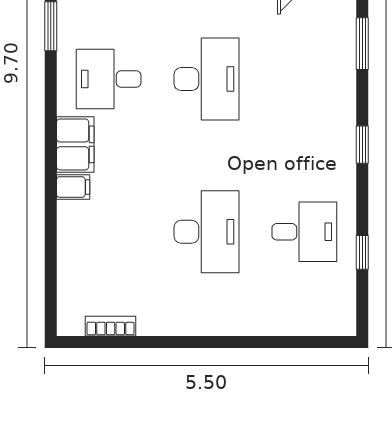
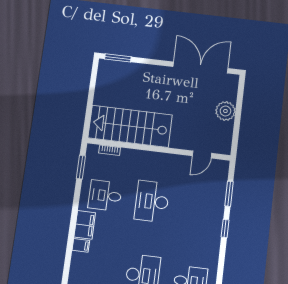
desk: (206, 79) -> (152, 201), turned 180
window: (362, 145) -> (225, 228), moved

